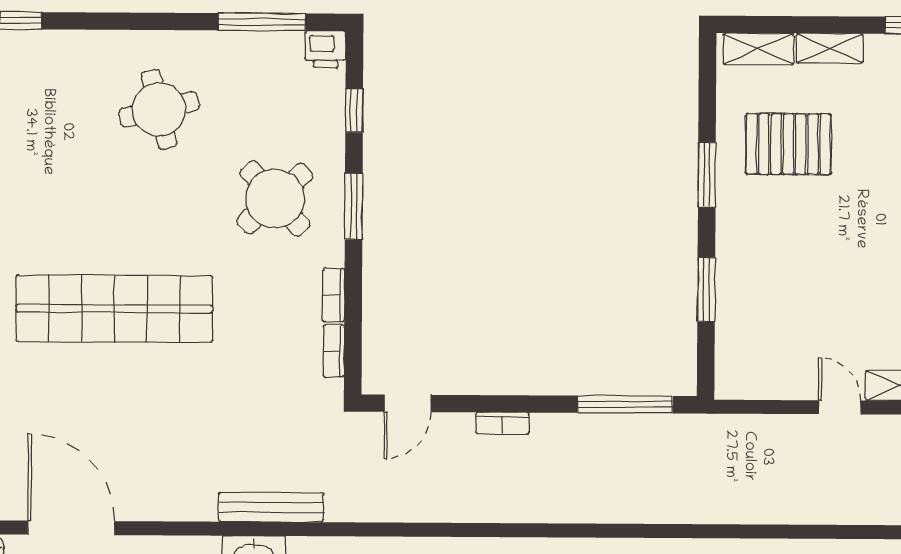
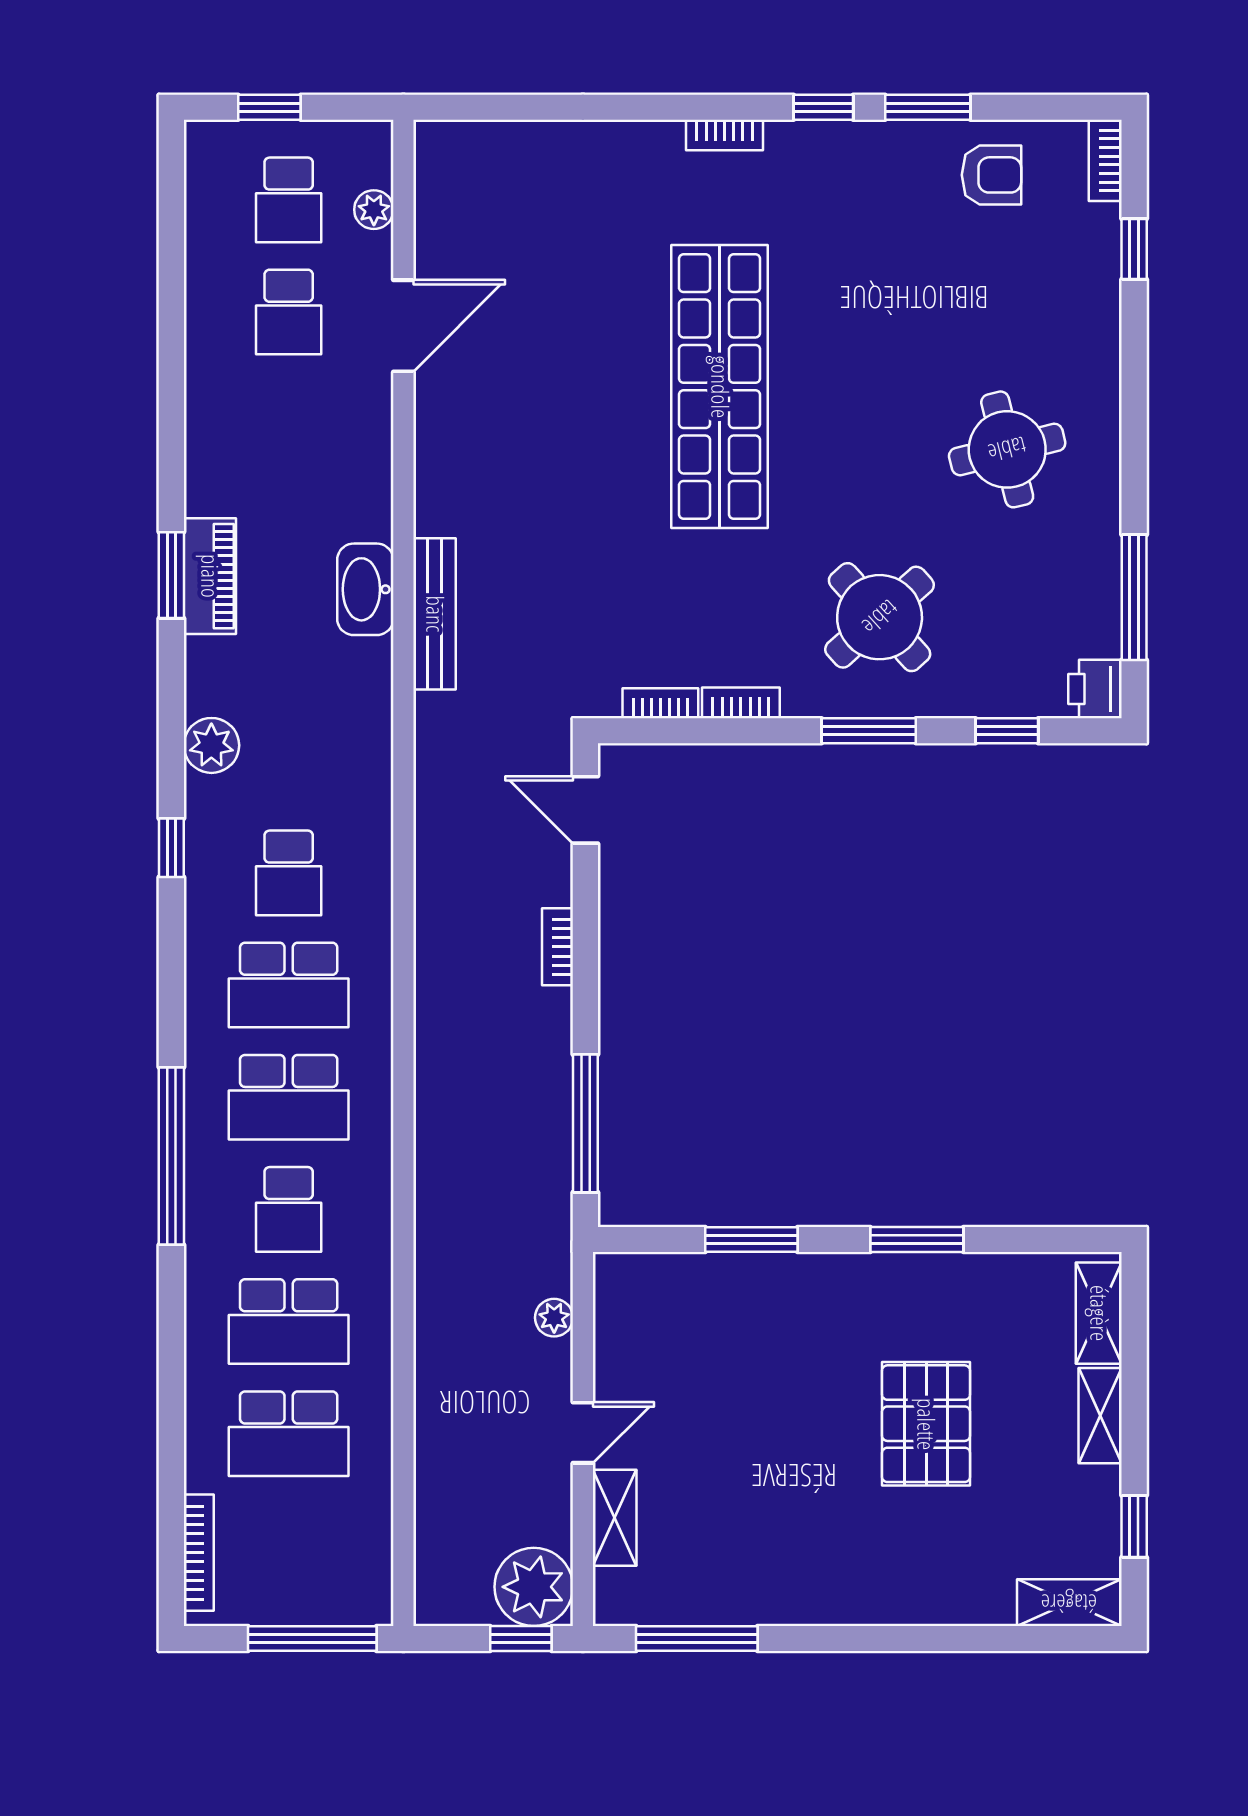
pallet: (788, 144) -> (926, 1424), moved
plant: (760, 427) -> (554, 1318), added
door: (71, 528) -> (403, 326), width x0.73

